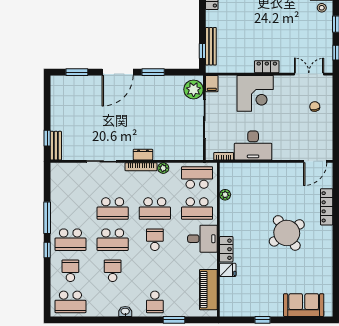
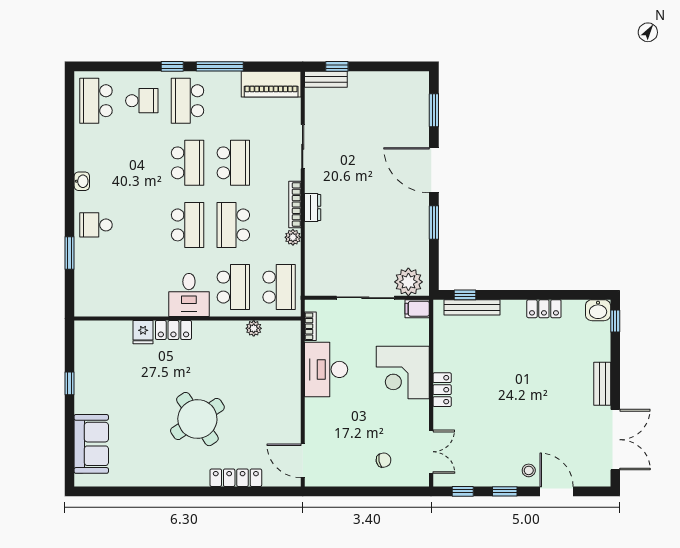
school desk: (113, 209) -> (233, 163), turned 180
school desk: (197, 209) -> (233, 287), turned 180
school desk: (113, 240) -> (188, 163), turned 180
school desk: (155, 240) -> (188, 225), width x1.85
school desk: (113, 271) -> (142, 163), removed
piano: (208, 290) -> (271, 84), moved, turned 180

